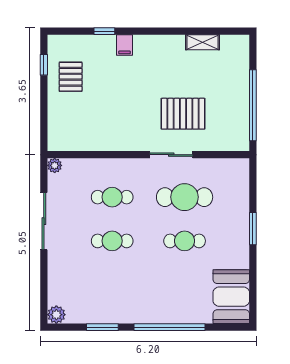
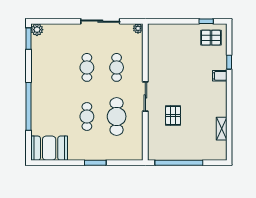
pallet: (71, 77) -> (211, 38), moved
pallet: (183, 114) -> (173, 115), width x0.67, depth x0.71
sliding door: (171, 155) -> (145, 96), moved
window: (102, 327) -> (28, 39), moved

